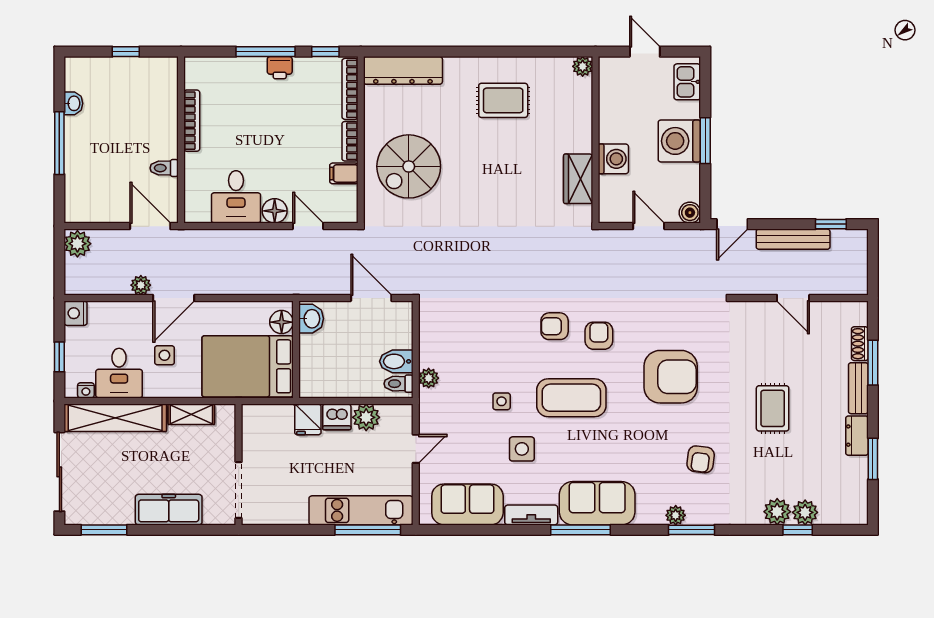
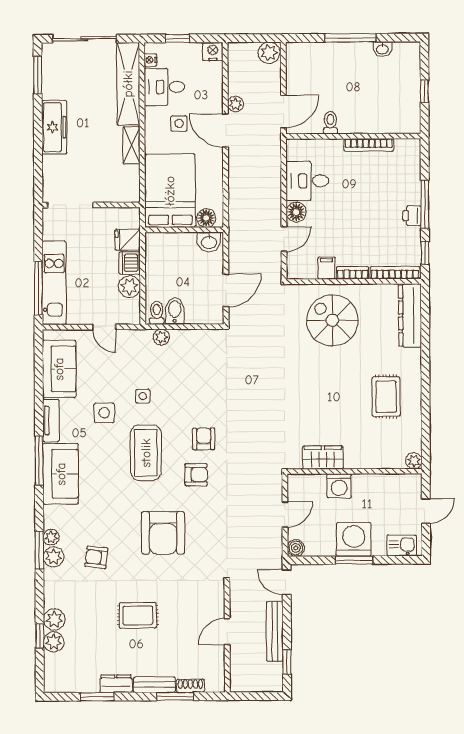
wall: (239, 464) -> (91, 205), moved
doorway: (239, 490) -> (70, 205), moved
plant: (700, 512) -> (54, 557), added

